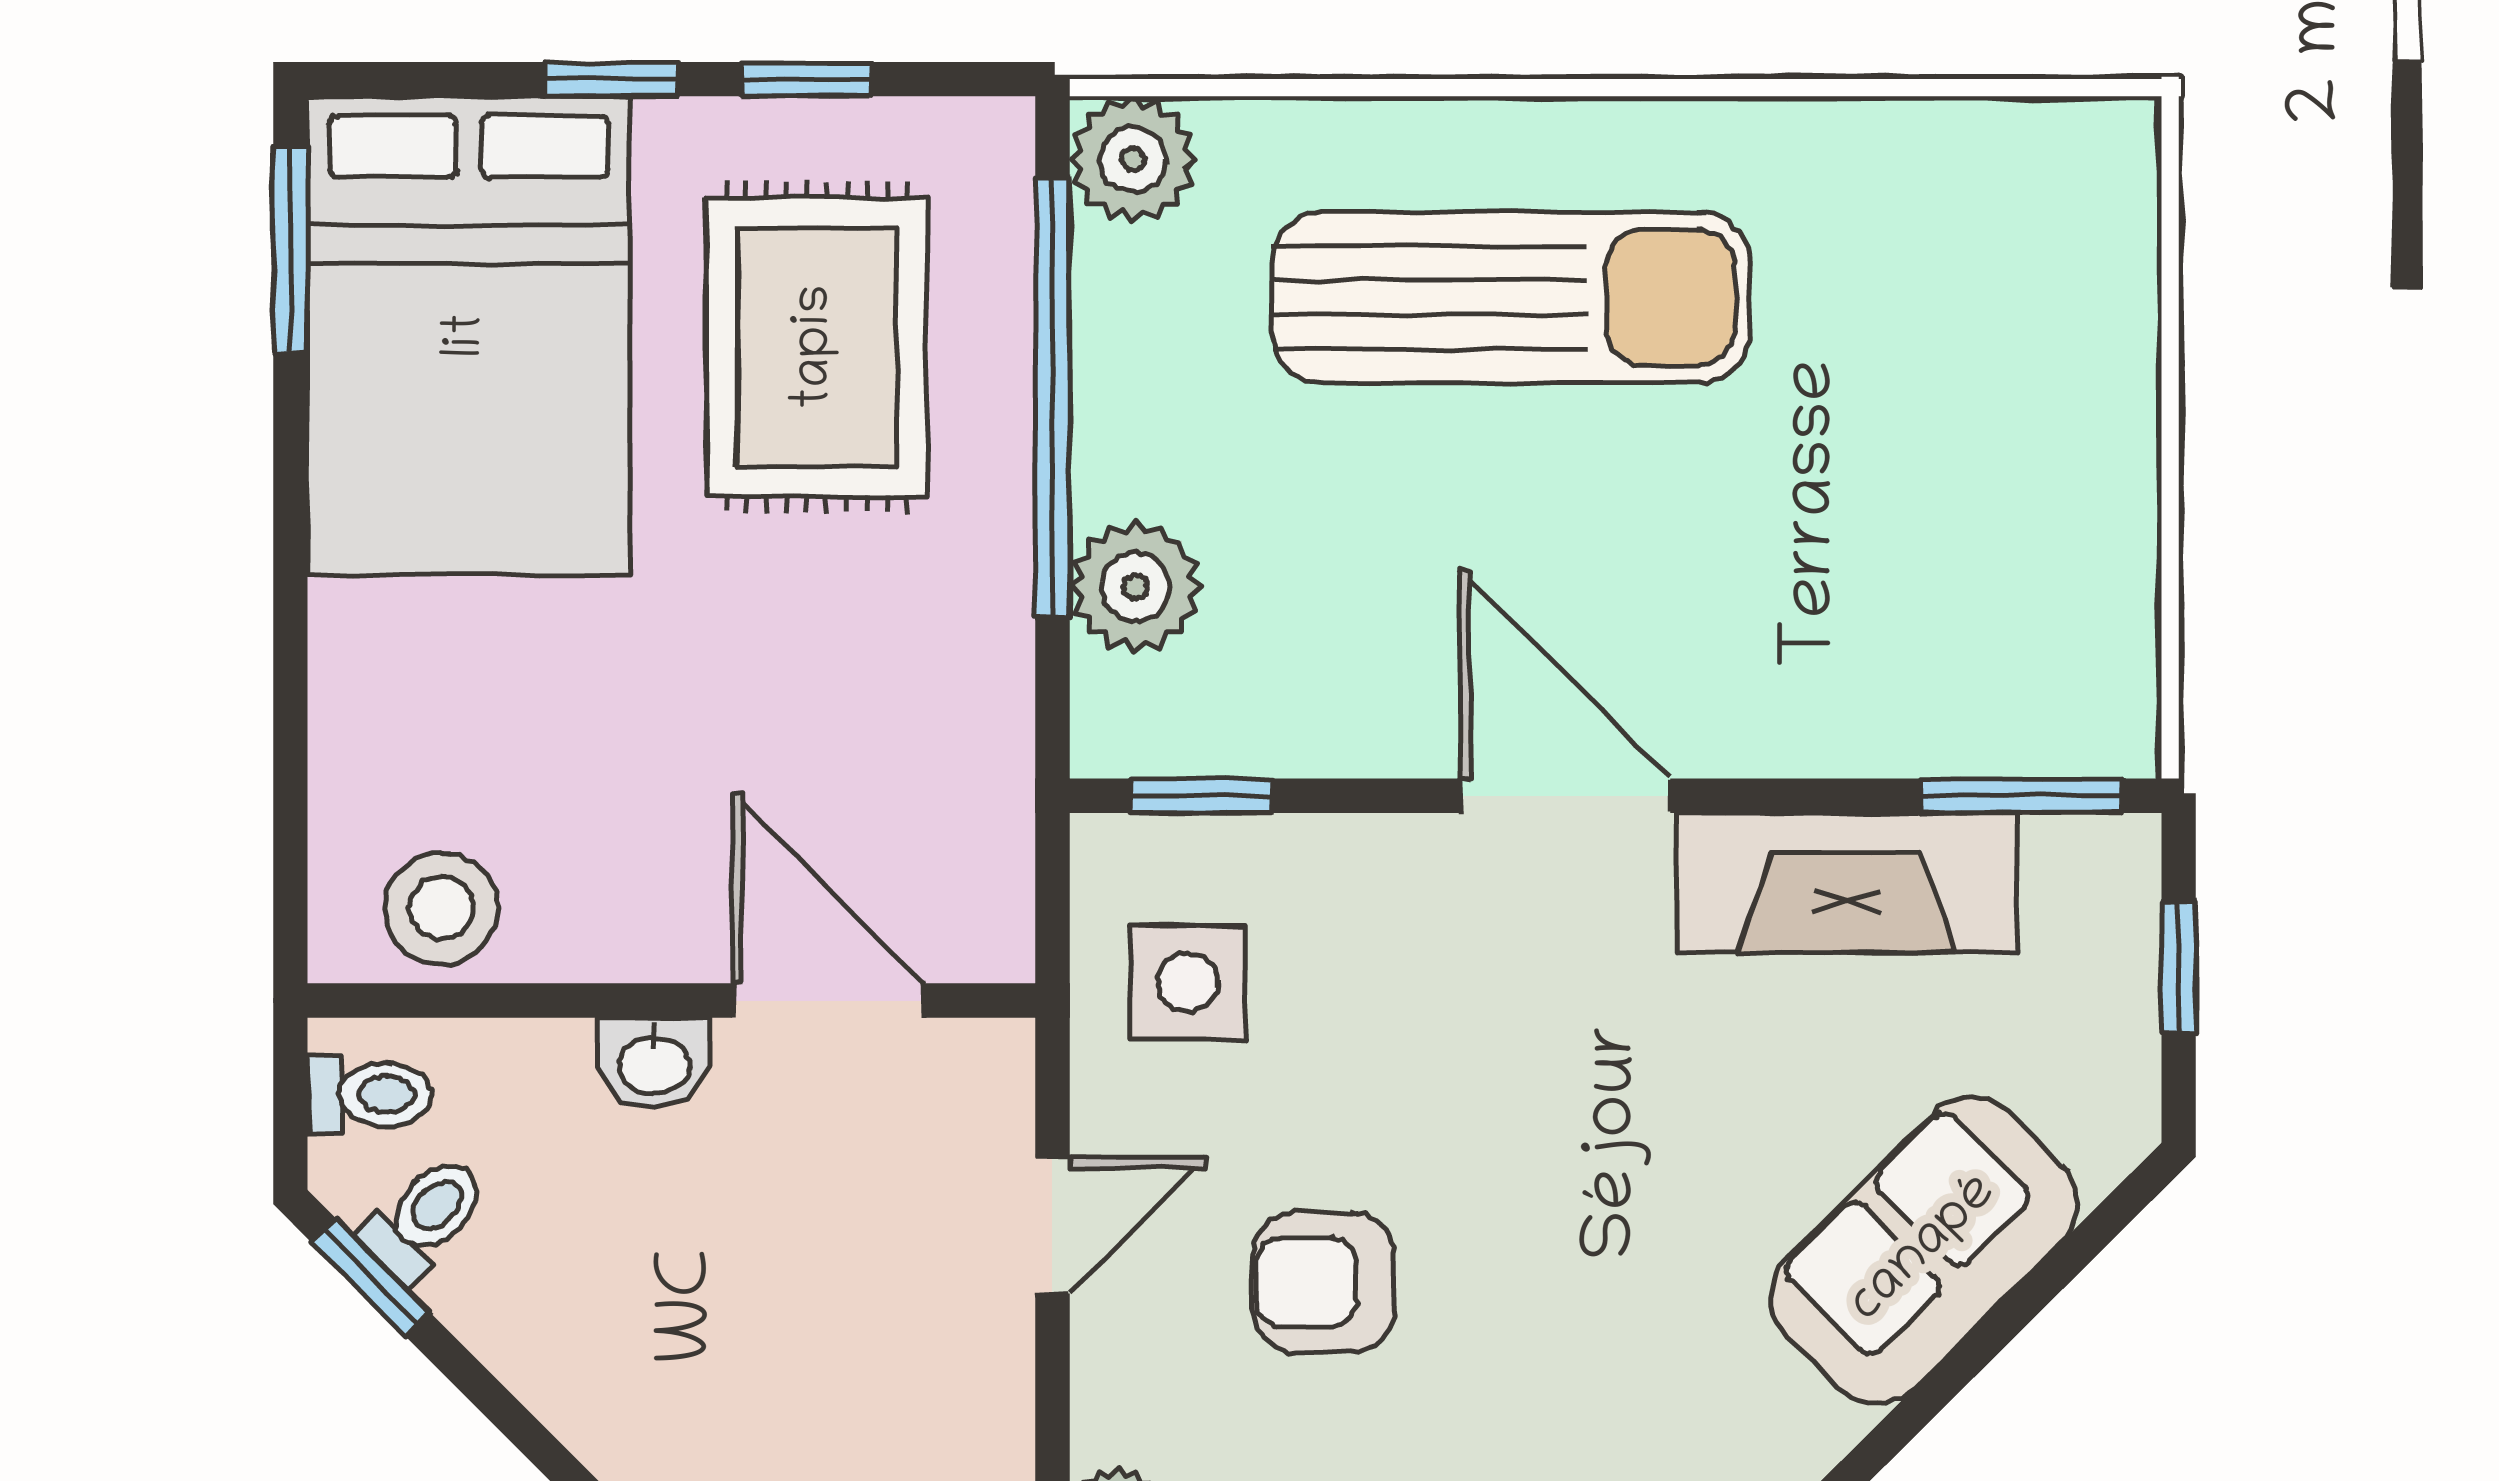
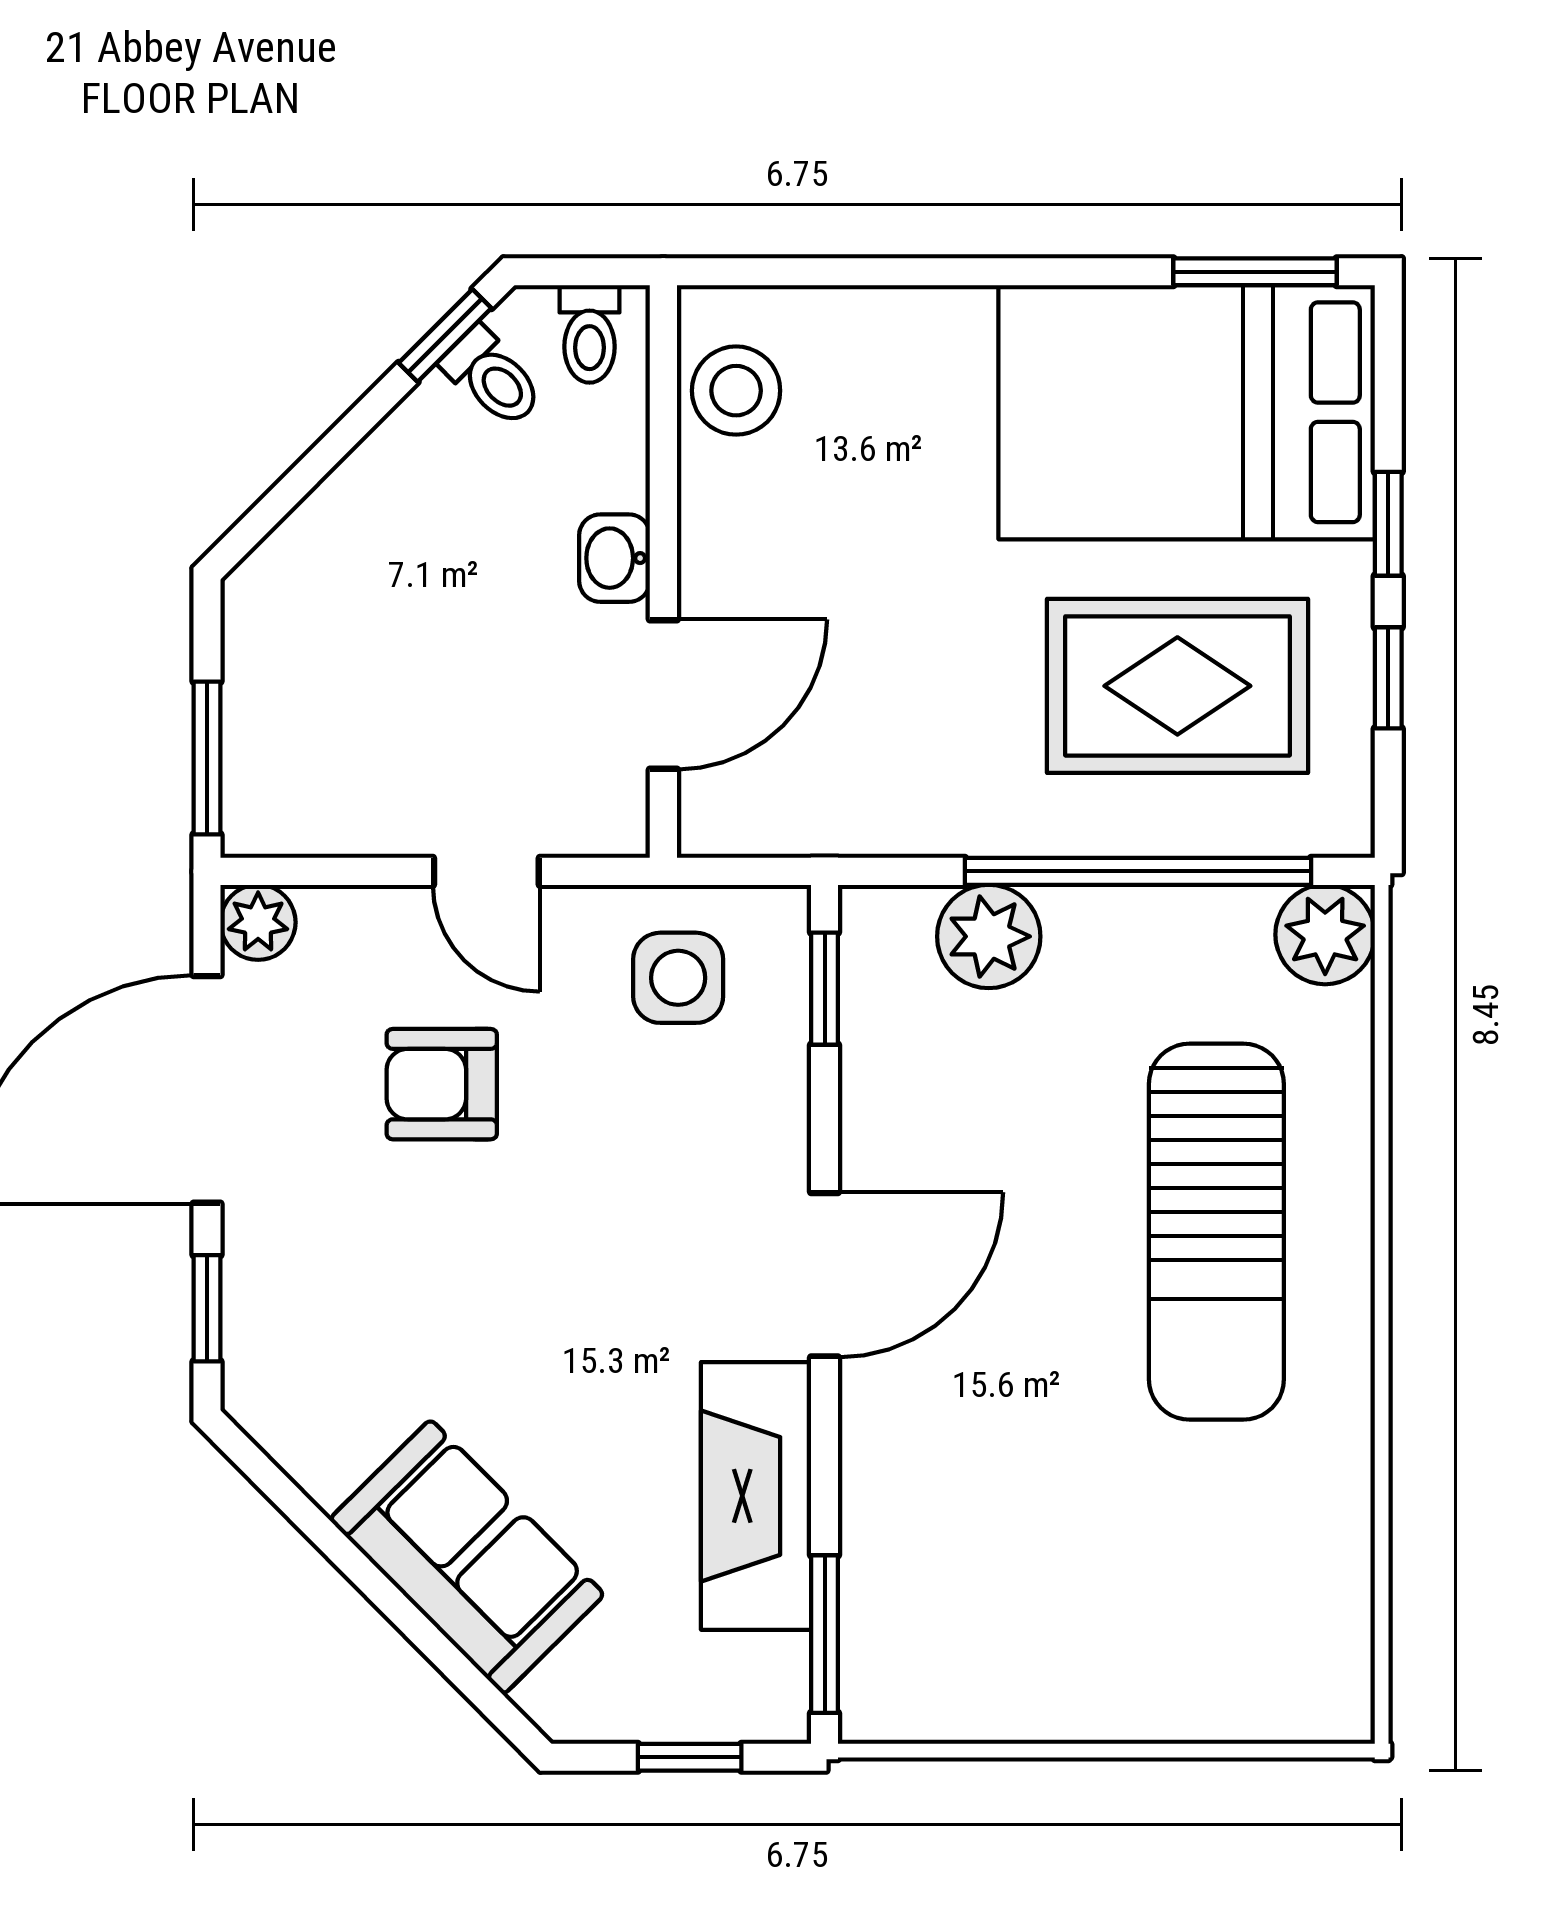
armchair: (1323, 1282) -> (442, 1084), turned -90

